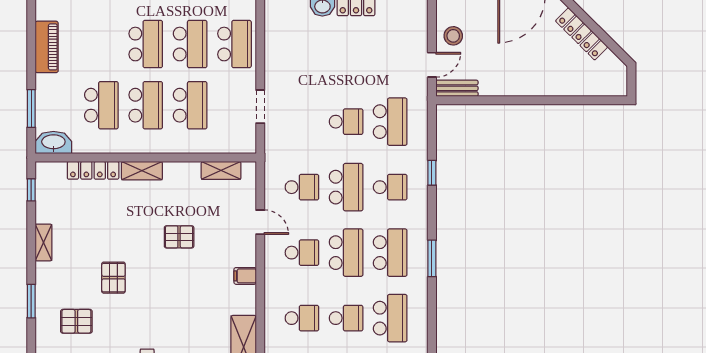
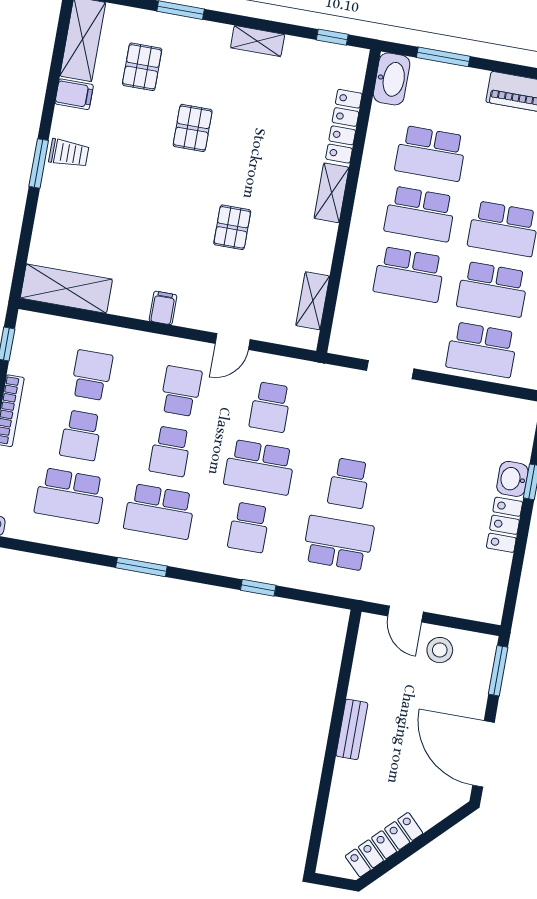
locker: (582, 34) -> (384, 845), moved
bench: (457, 88) -> (352, 729), moved
school desk: (390, 122) -> (338, 543), turned 180
school desk: (302, 253) -> (181, 391), turned 180
school desk: (346, 253) -> (170, 451), width x0.54
pallet: (113, 278) -> (193, 128), turned 90
school desk: (302, 318) -> (92, 375), turned 180

